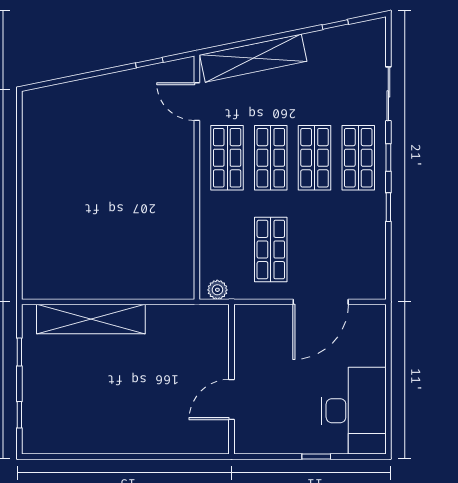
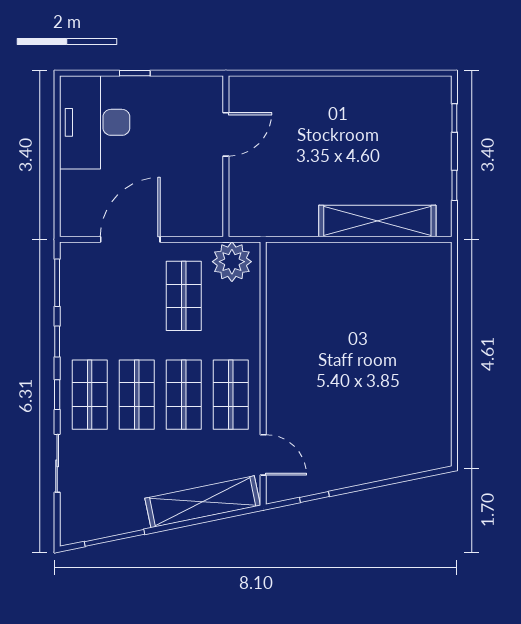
window: (335, 24) -> (114, 538), width x2.17
window: (388, 262) -> (57, 283), added
plant: (217, 290) -> (232, 262), width x1.88, depth x1.88

